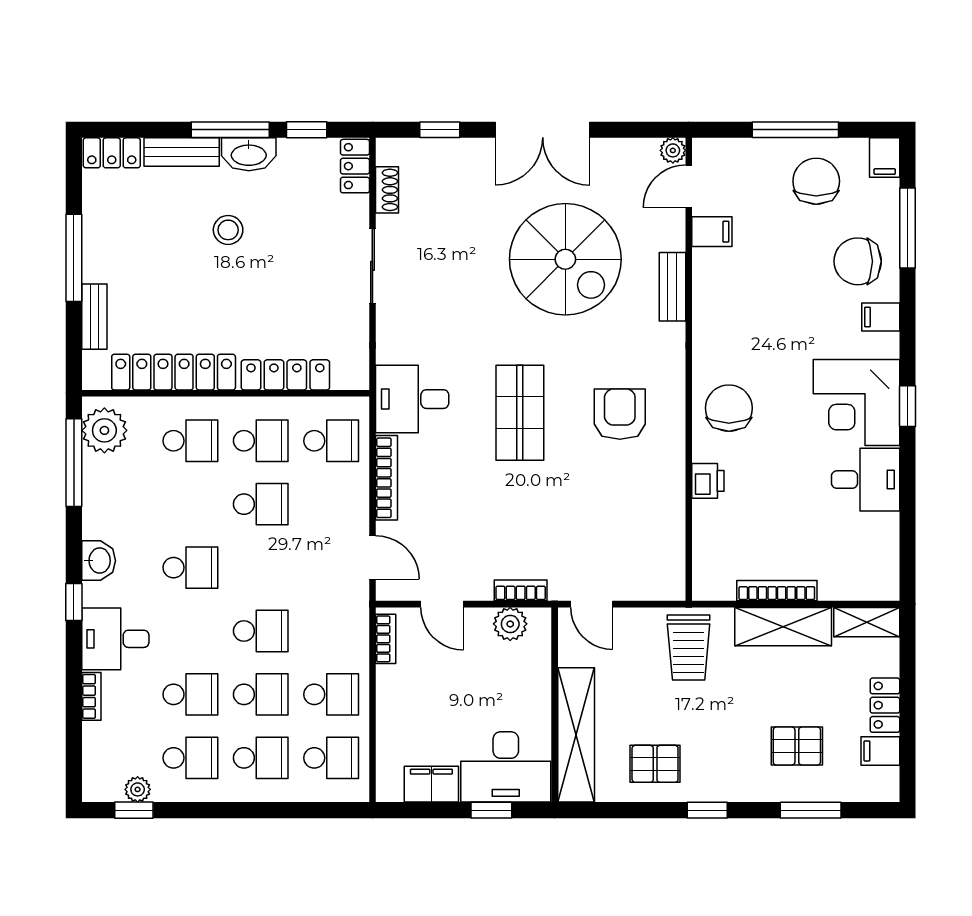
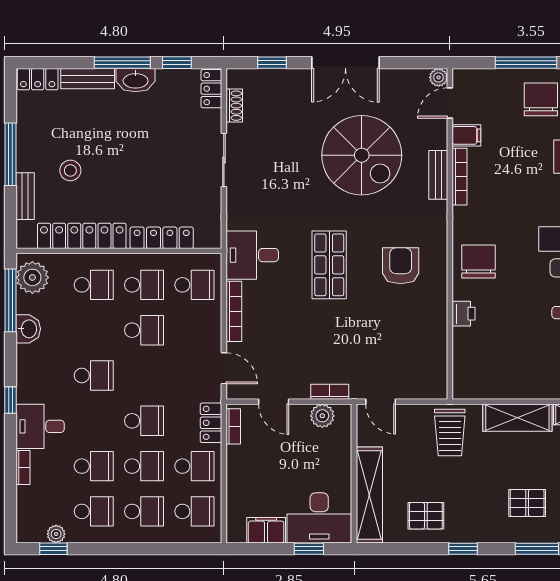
stool: (228, 230) -> (70, 170), moved
washbasin: (99, 561) -> (28, 329), moved
bookcase: (777, 591) -> (459, 177), moved, turned 90
locker: (354, 634) -> (211, 423), added

